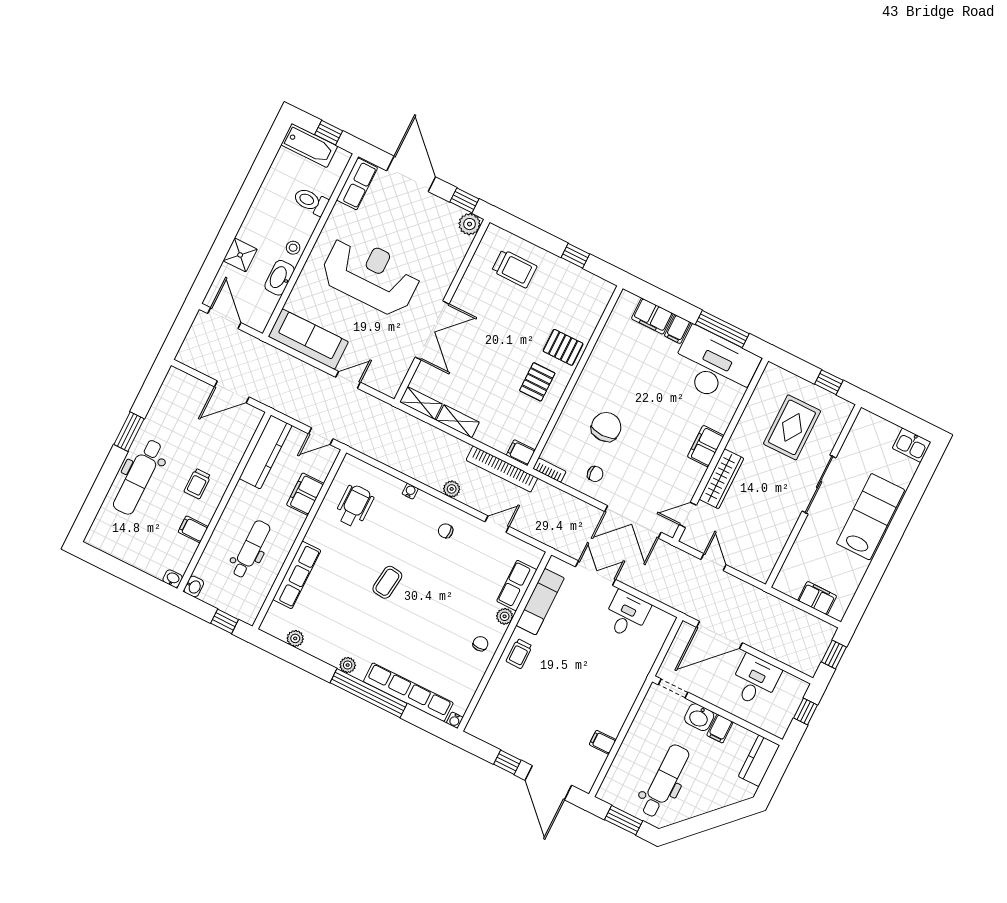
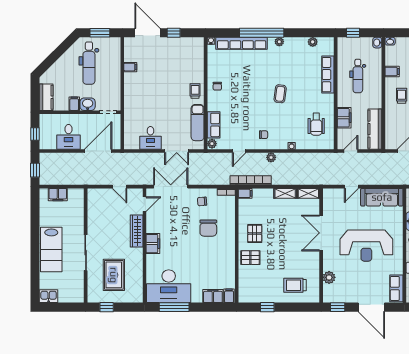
plant: (470, 224) -> (329, 277), moved
filing cabinet: (678, 329) -> (229, 296), moved
plant: (505, 616) -> (212, 144), moved

